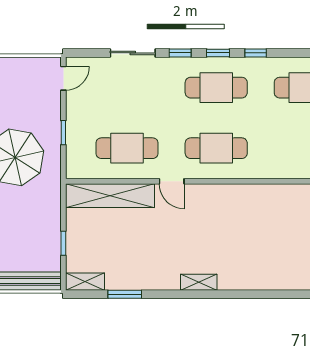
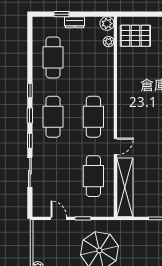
door: (63, 78) -> (59, 218), moved

